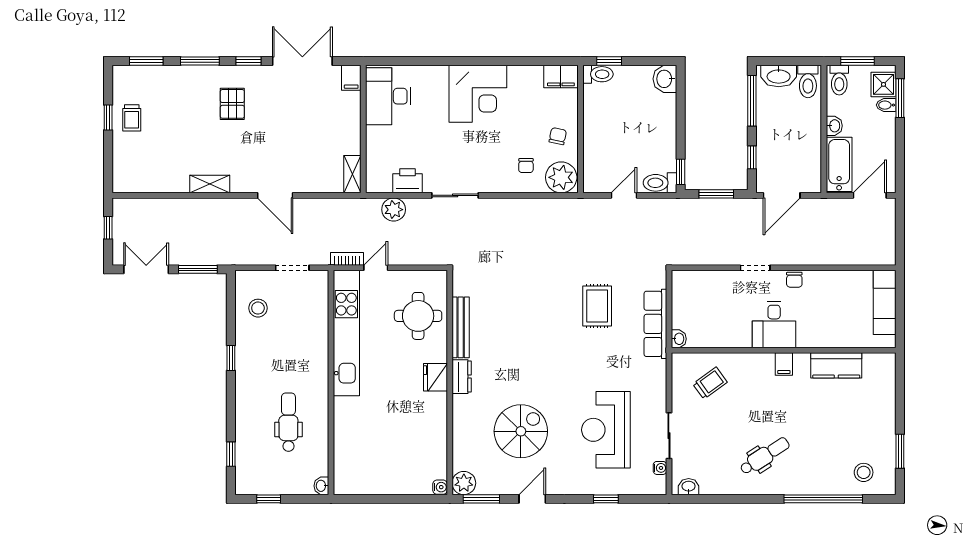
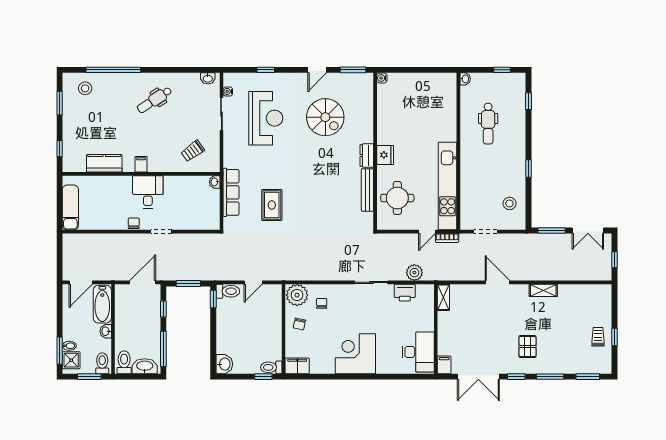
window: (900, 386) -> (60, 149), added
spiral stairs: (521, 431) -> (325, 117), turned -90
plant: (464, 483) -> (365, 81), removed

